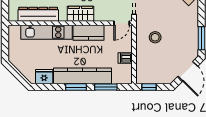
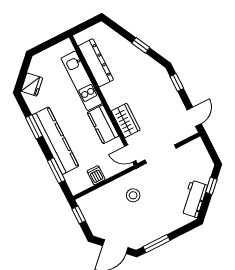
wardrobe: (81, 14) -> (126, 121), moved
fridge: (44, 77) -> (32, 85), moved, turned 45
window: (76, 87) -> (34, 127), moved

